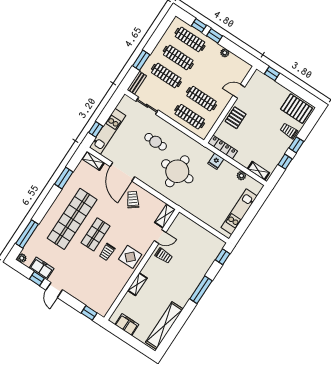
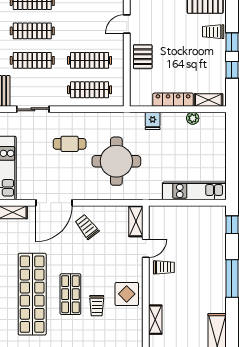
locker: (223, 147) -> (173, 100), moved
door: (122, 172) -> (54, 203), hinge flipped
kitchen unit: (239, 212) -> (194, 191), moved, turned 90

